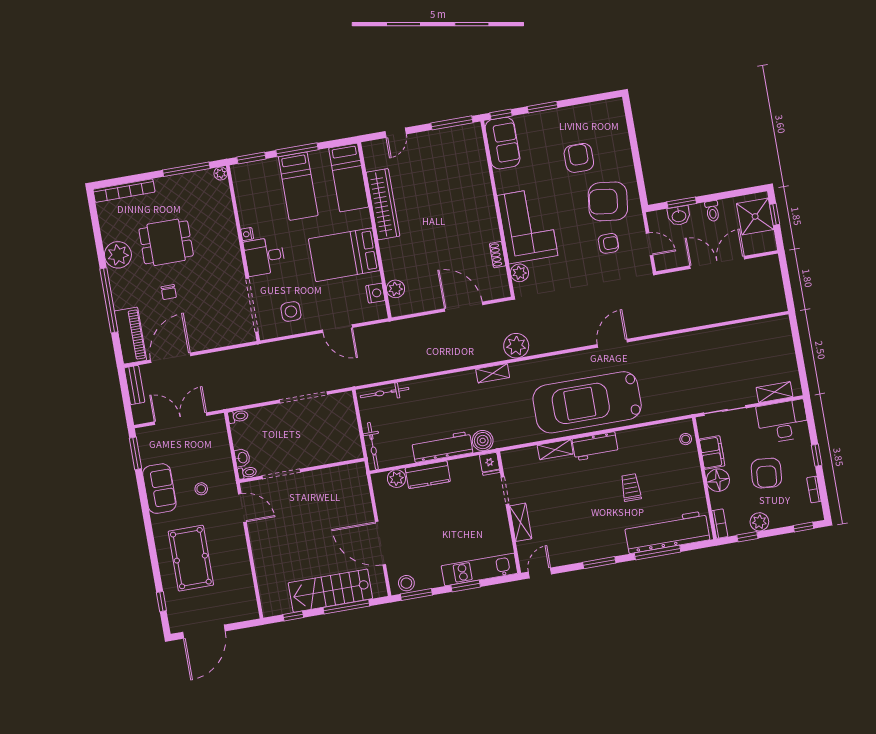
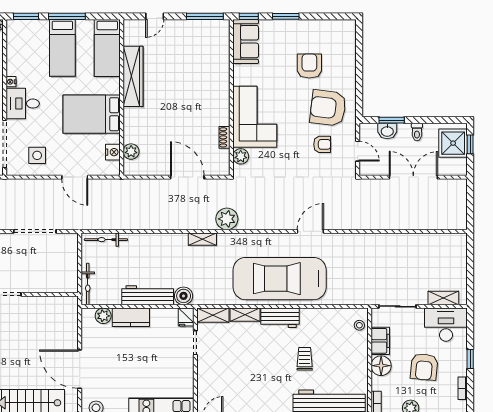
shelving: (521, 522) -> (213, 315), moved, turned 90

